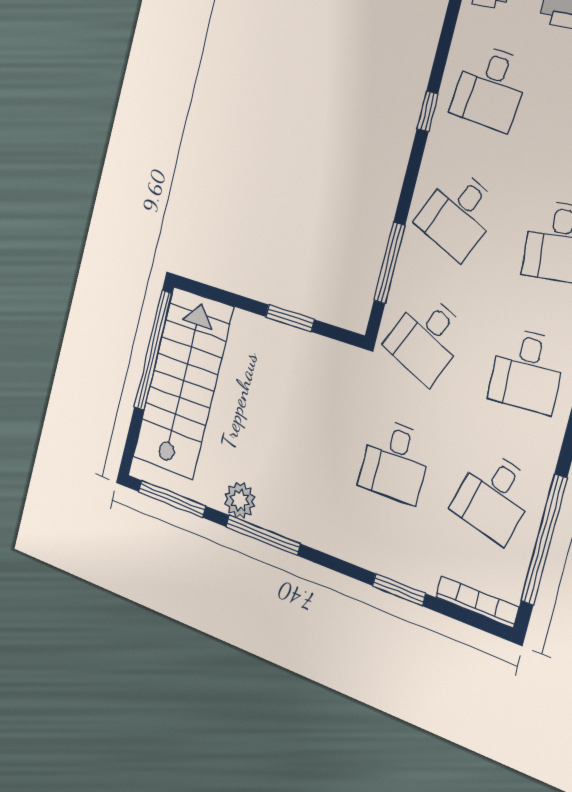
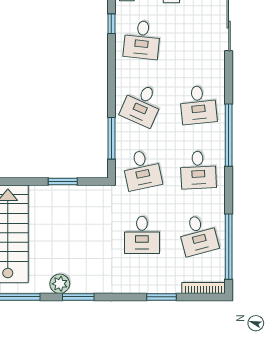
window: (428, 111) -> (111, 24), moved
desk: (426, 339) -> (142, 170), turned -36
desk: (494, 497) -> (198, 235), turned -30
window: (263, 535) -> (78, 297), width x0.69

